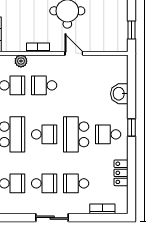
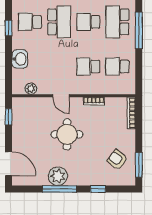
plant: (21, 61) -> (31, 89), moved
school desk: (44, 85) -> (88, 67), turned 180
school desk: (108, 134) -> (30, 22), turned 180

